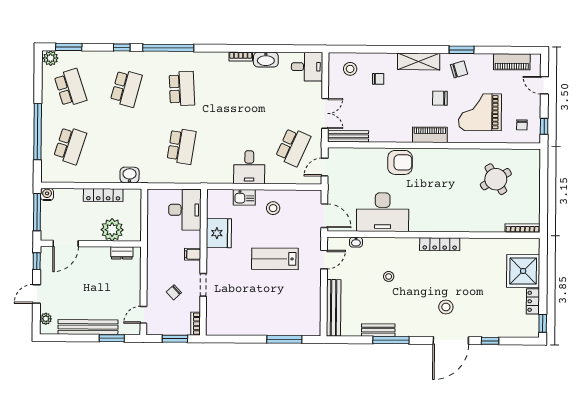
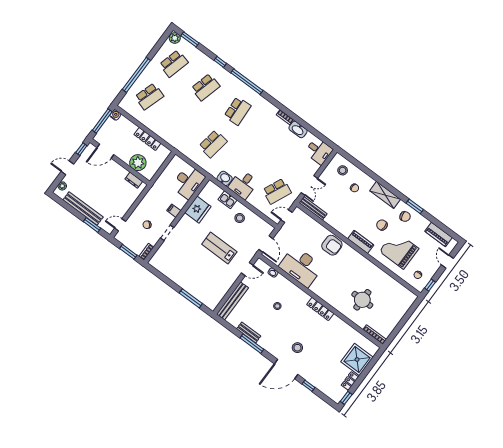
school desk: (70, 88) -> (174, 63), turned 33
washbasin: (130, 175) -> (225, 178), moved
round table: (496, 179) -> (362, 300), moved, turned 30

